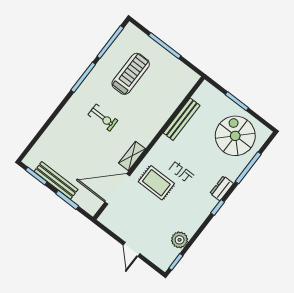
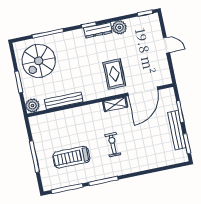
plant: (206, 91) -> (32, 105), added
dresser: (222, 188) -> (98, 30), moved, width x1.44
door: (117, 189) -> (143, 91), hinge flipped
plant: (180, 240) -> (119, 27), moved
door: (131, 249) -> (166, 45), hinge flipped

